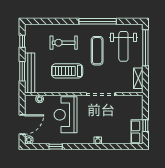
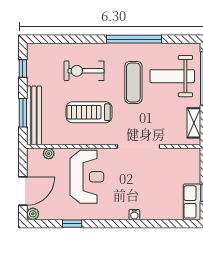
weight bench: (123, 46) -> (172, 76), turned 90
reception desk: (66, 115) -> (87, 177), turned 180

